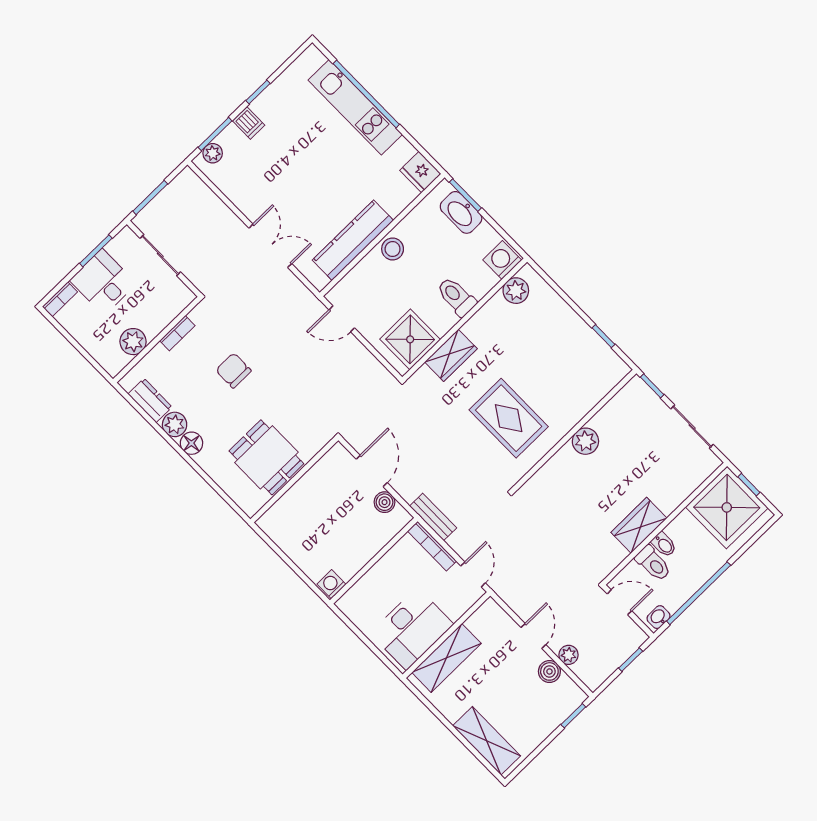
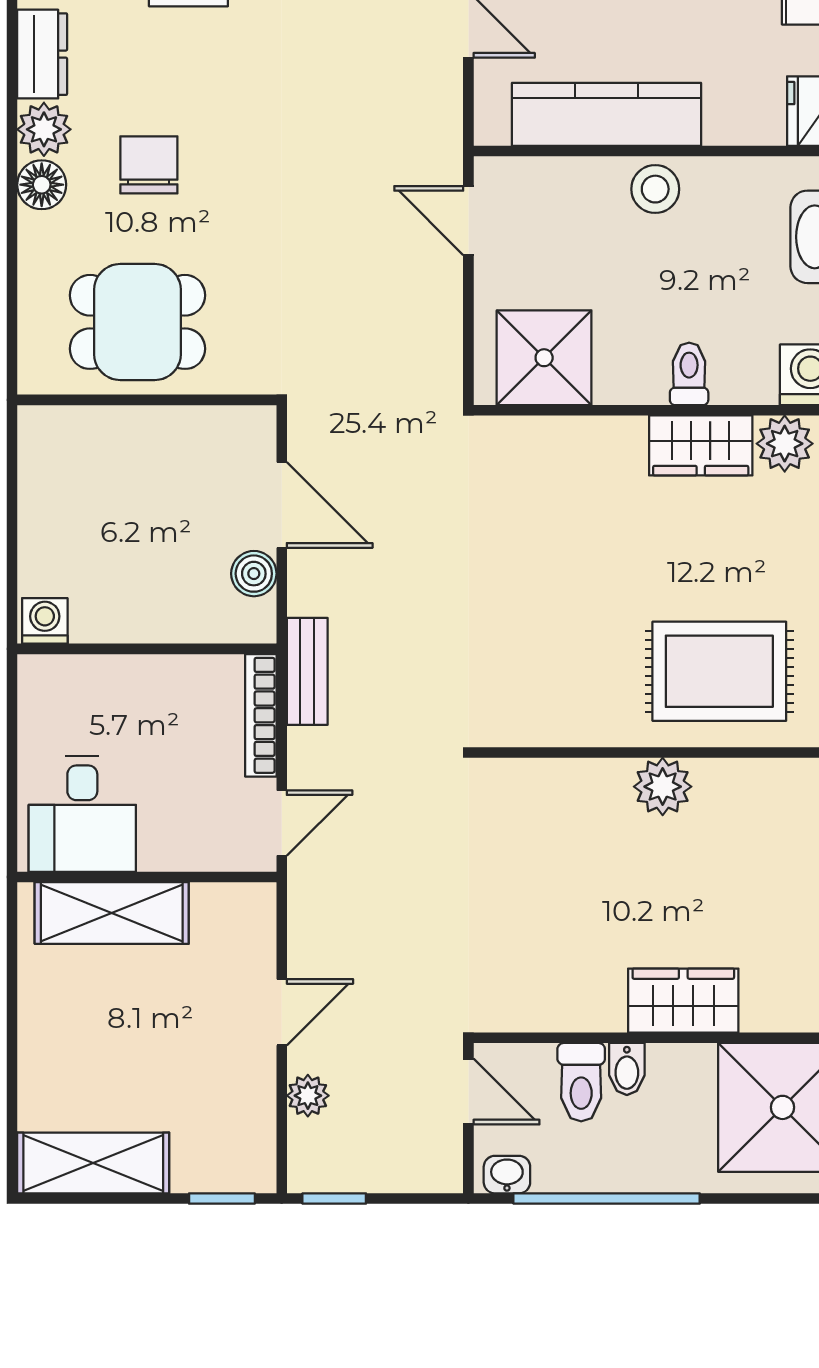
toilet: (456, 297) -> (689, 374), width x0.73, depth x0.72
wardrobe: (451, 355) -> (701, 445), moved
chair: (233, 370) -> (149, 165), moved
rug: (509, 418) -> (719, 671), moved, turned 90
dining table: (266, 457) -> (137, 322), turned 90
door: (372, 471) -> (282, 505), hinge flipped
wardrobe: (639, 525) -> (683, 1001), moved
desk: (412, 629) -> (82, 814), width x0.73
window: (631, 660) -> (334, 1199), moved
boiler: (549, 671) -> (252, 1092), removed
shelving: (487, 741) -> (93, 1163), moved, turned 90

